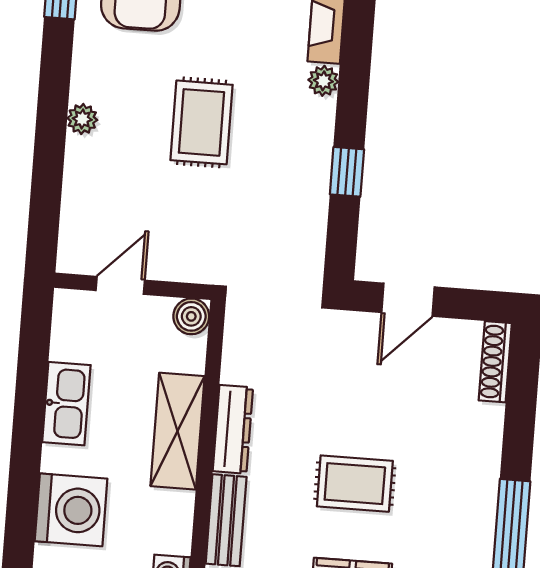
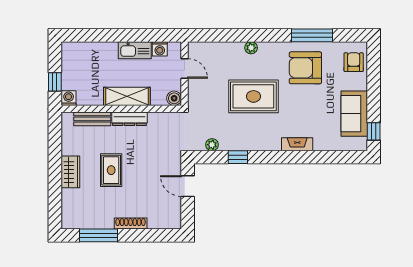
plant: (323, 81) -> (212, 145), moved
rug: (202, 122) -> (253, 96), width x1.36, depth x1.43
shoe rack: (495, 362) -> (131, 224), moved
washing machine: (71, 510) -> (160, 49), moved, width x0.53, depth x0.53

